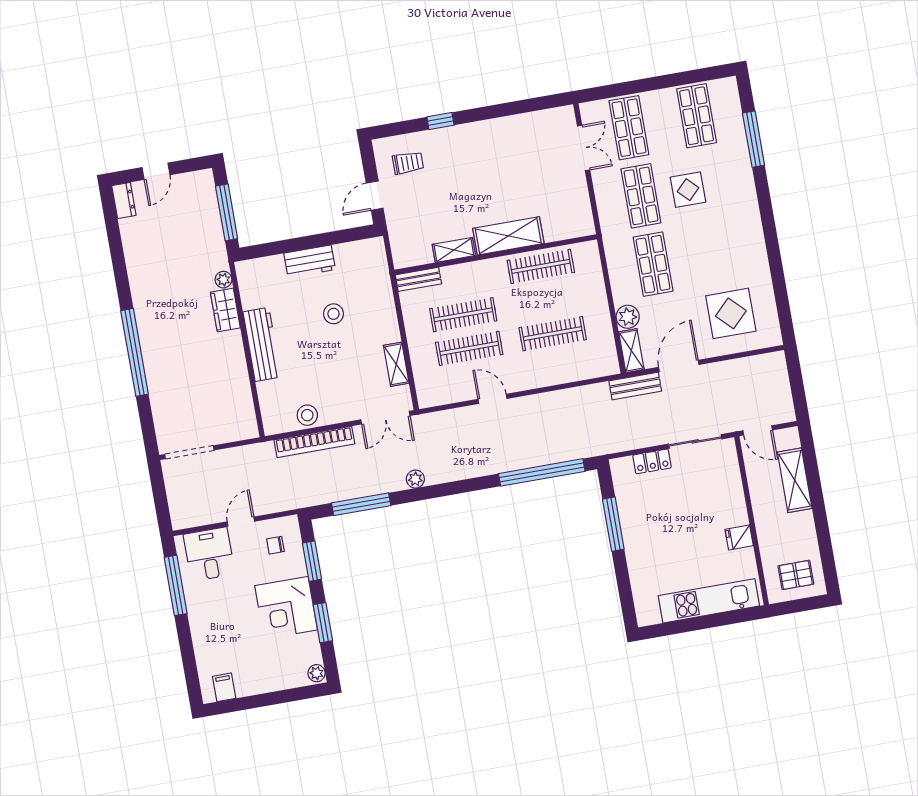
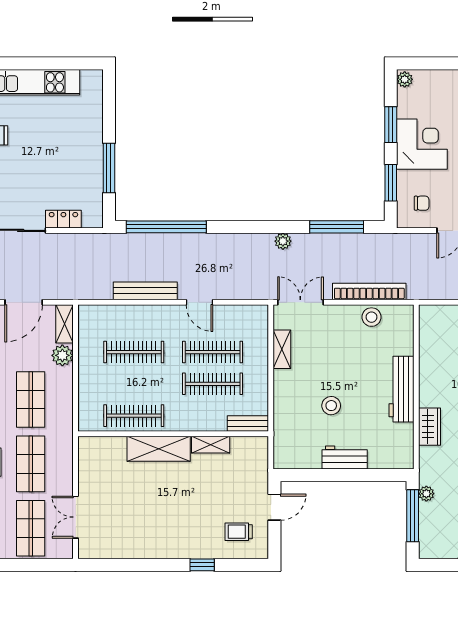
plant: (223, 280) -> (426, 494), moved
bench: (635, 386) -> (145, 291), moved, width x1.36

